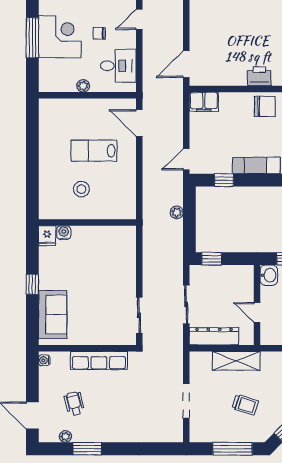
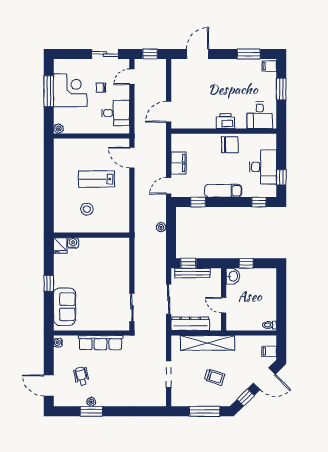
plant: (83, 86) -> (59, 129), moved
filing cabinet: (204, 102) -> (179, 163), moved, turned -90
bench: (217, 271) -> (192, 273), added
shelving: (236, 361) -> (208, 343), width x1.47
plant: (65, 437) -> (91, 402), moved

